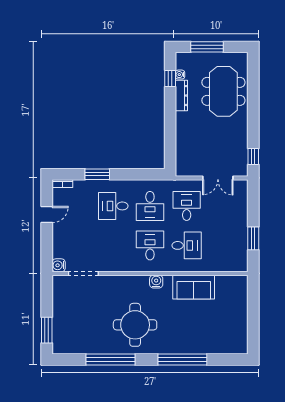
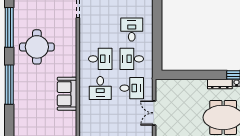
window: (97, 174) -> (157, 17), removed
water cooler: (156, 282) -> (71, 64), removed

